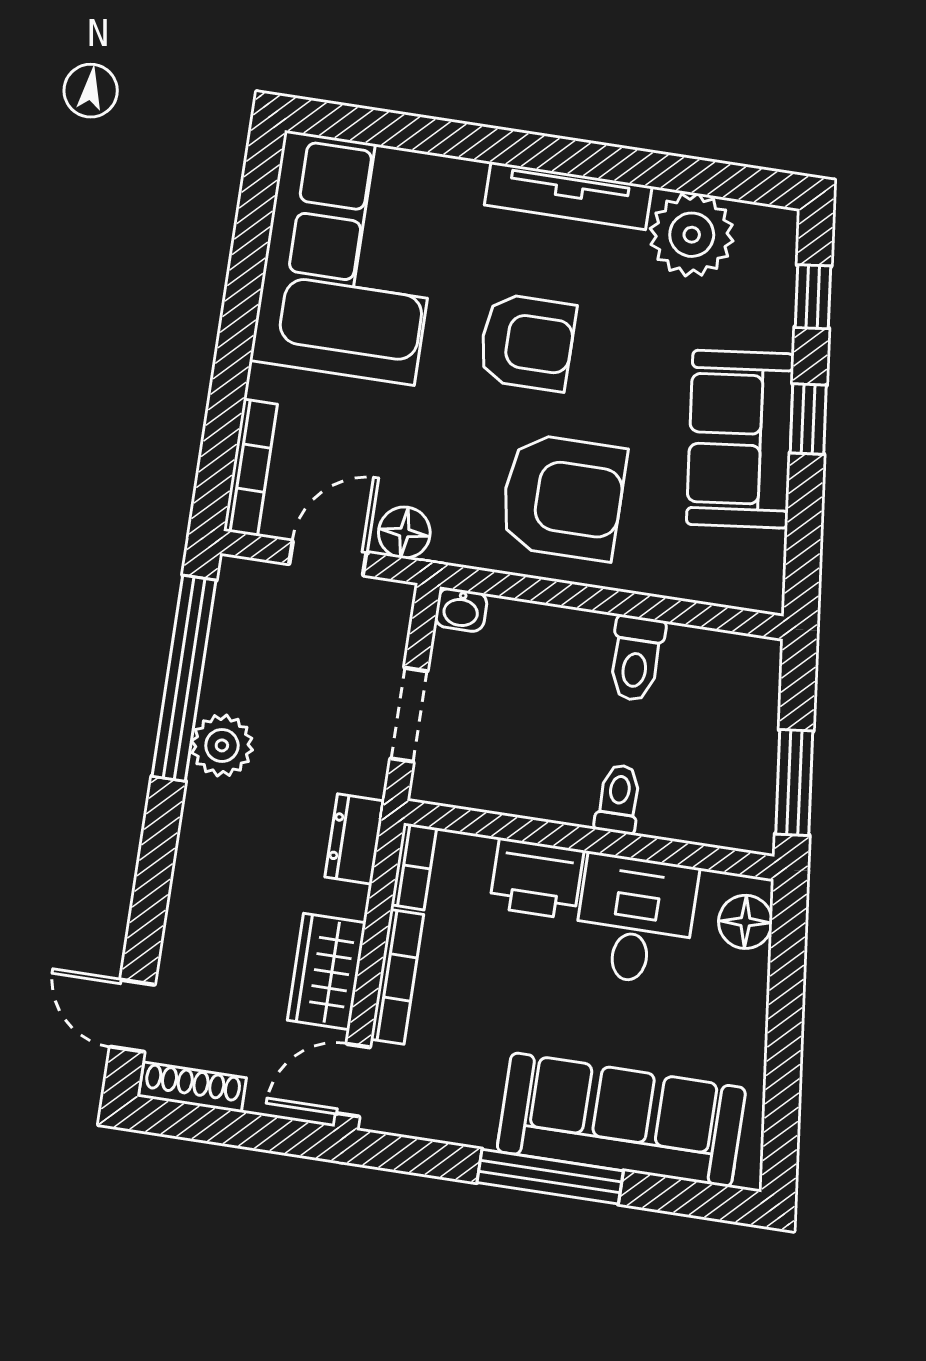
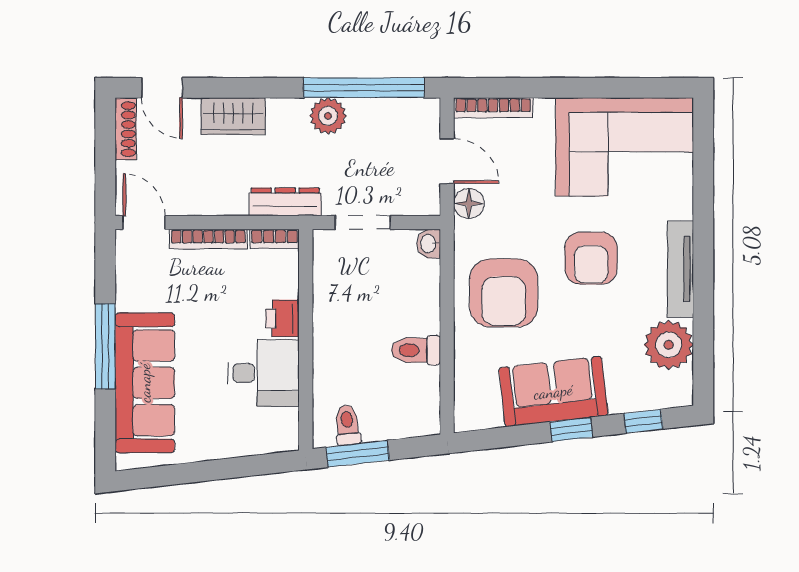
toilet: (618, 799) -> (347, 425), moved, turned -96
dresser: (355, 839) -> (285, 202), width x1.44
printer: (537, 879) -> (282, 318), width x0.73, depth x0.81
floor lamp: (745, 922) -> (272, 438), removed
wardrobe: (327, 972) -> (233, 116), moved, turned 180
door: (132, 1016) -> (162, 88), swing flipped

